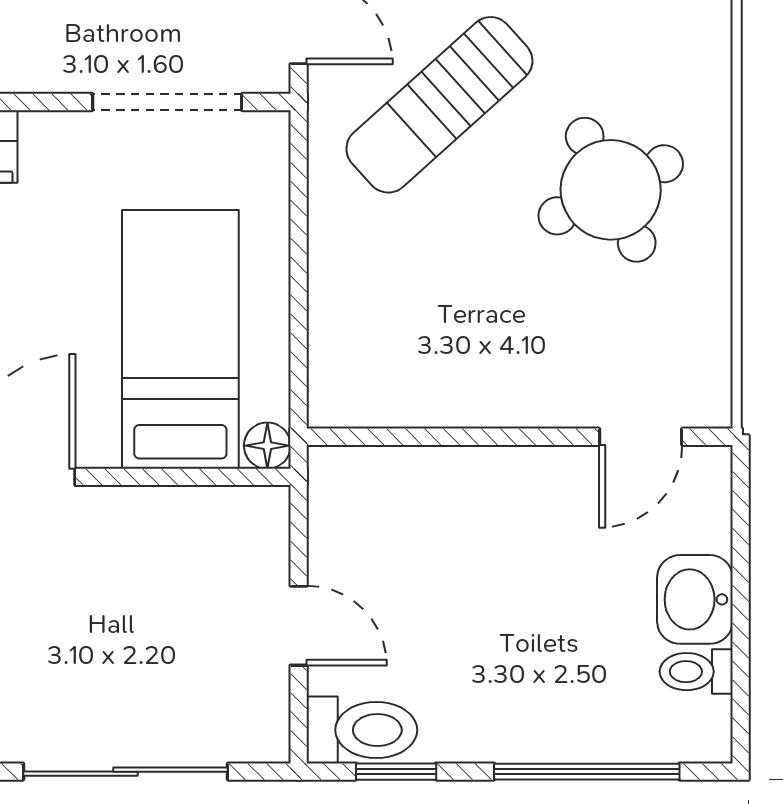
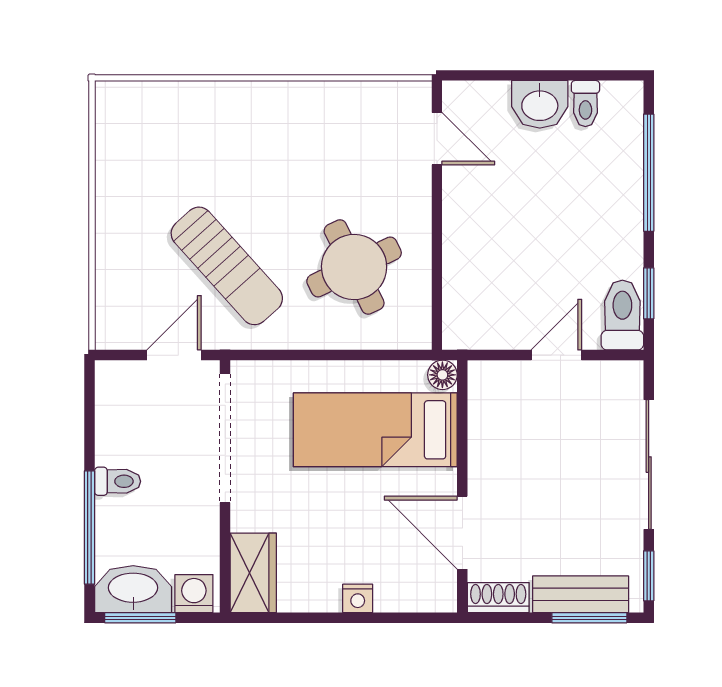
doorway: (167, 102) -> (225, 438), width x1.36
round table: (611, 190) -> (354, 267), moved

